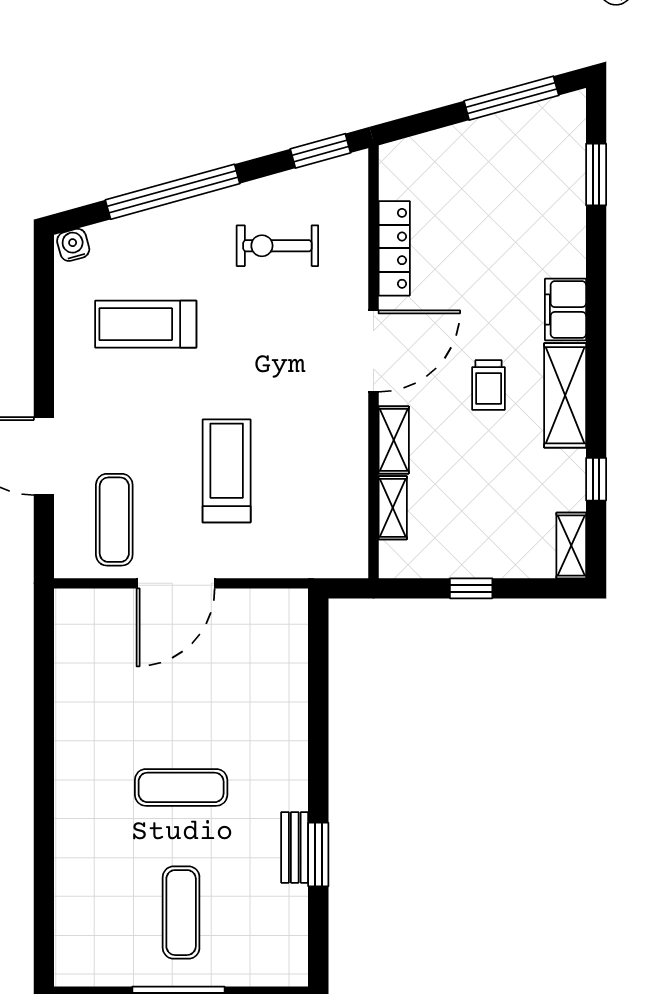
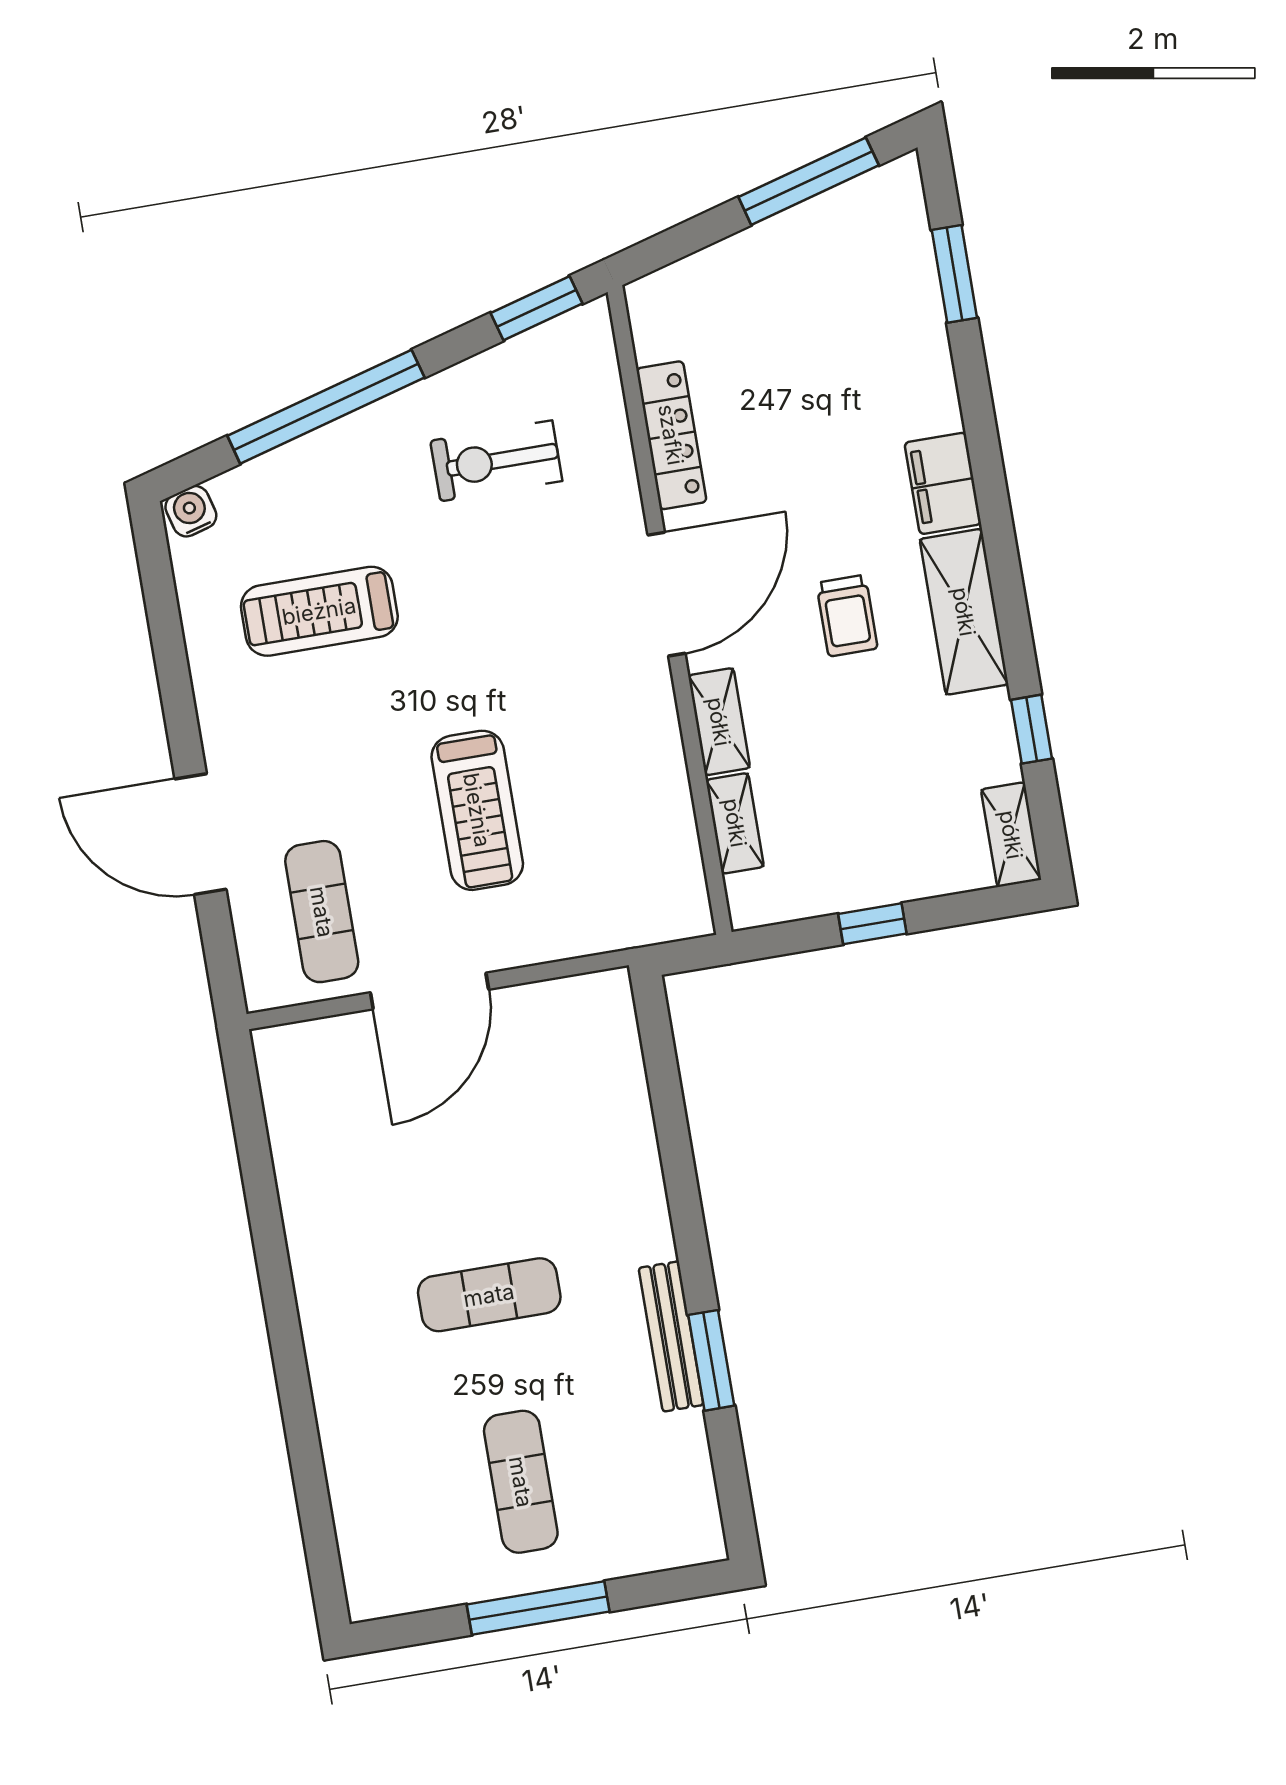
treadmill: (227, 471) -> (477, 810), turned 180
bench: (295, 847) -> (671, 1336), width x1.36

